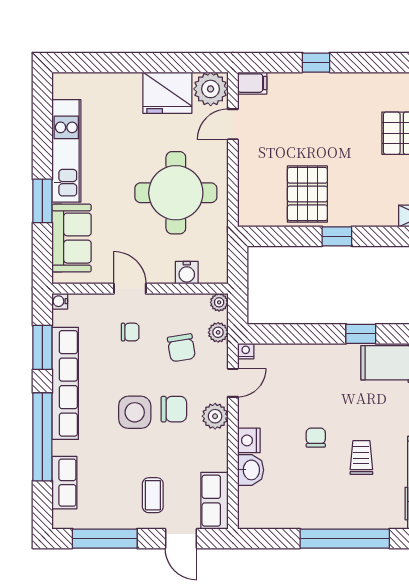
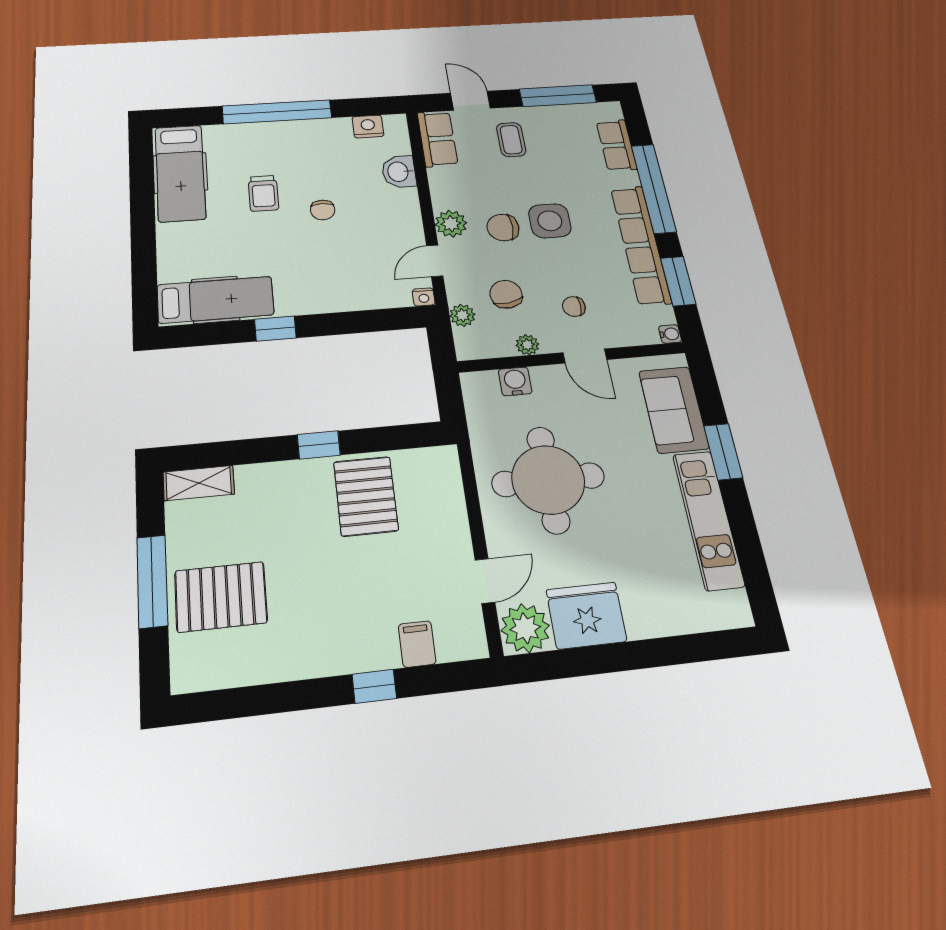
filing cabinet: (252, 83) -> (417, 644), moved, turned 90
plant: (219, 302) -> (527, 345), moved
nightstand: (249, 440) -> (368, 126), moved, turned -90

